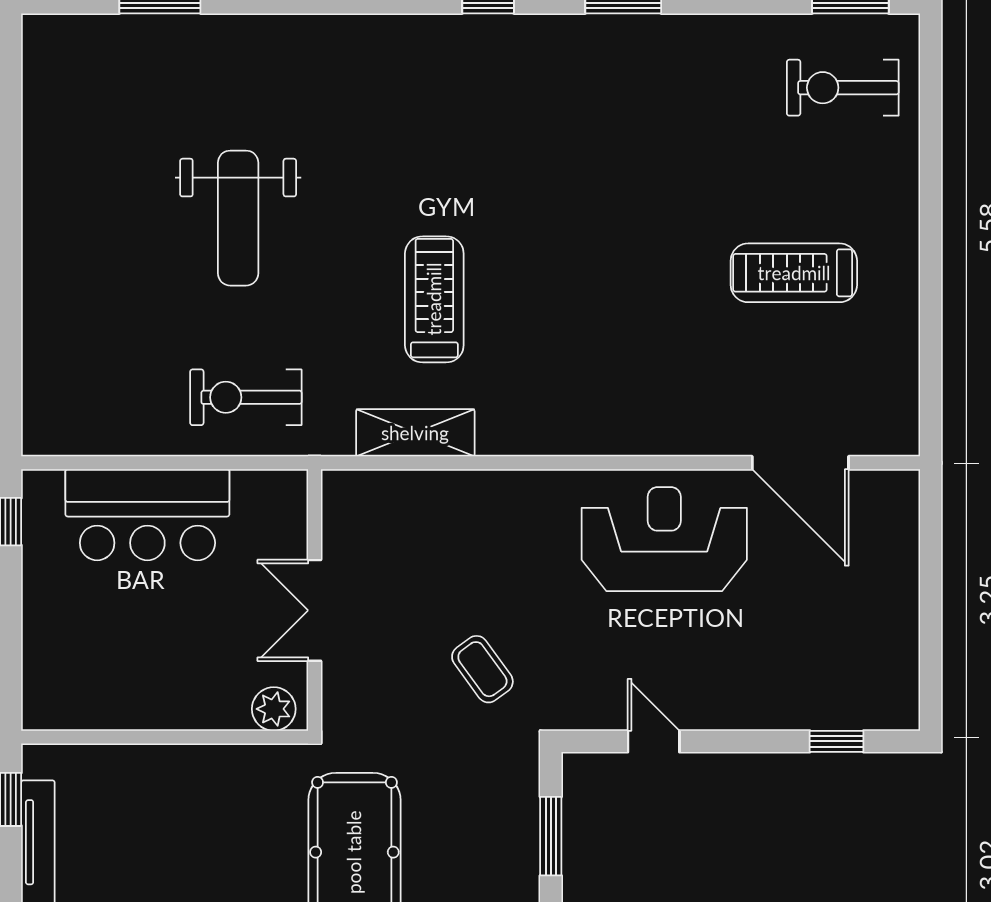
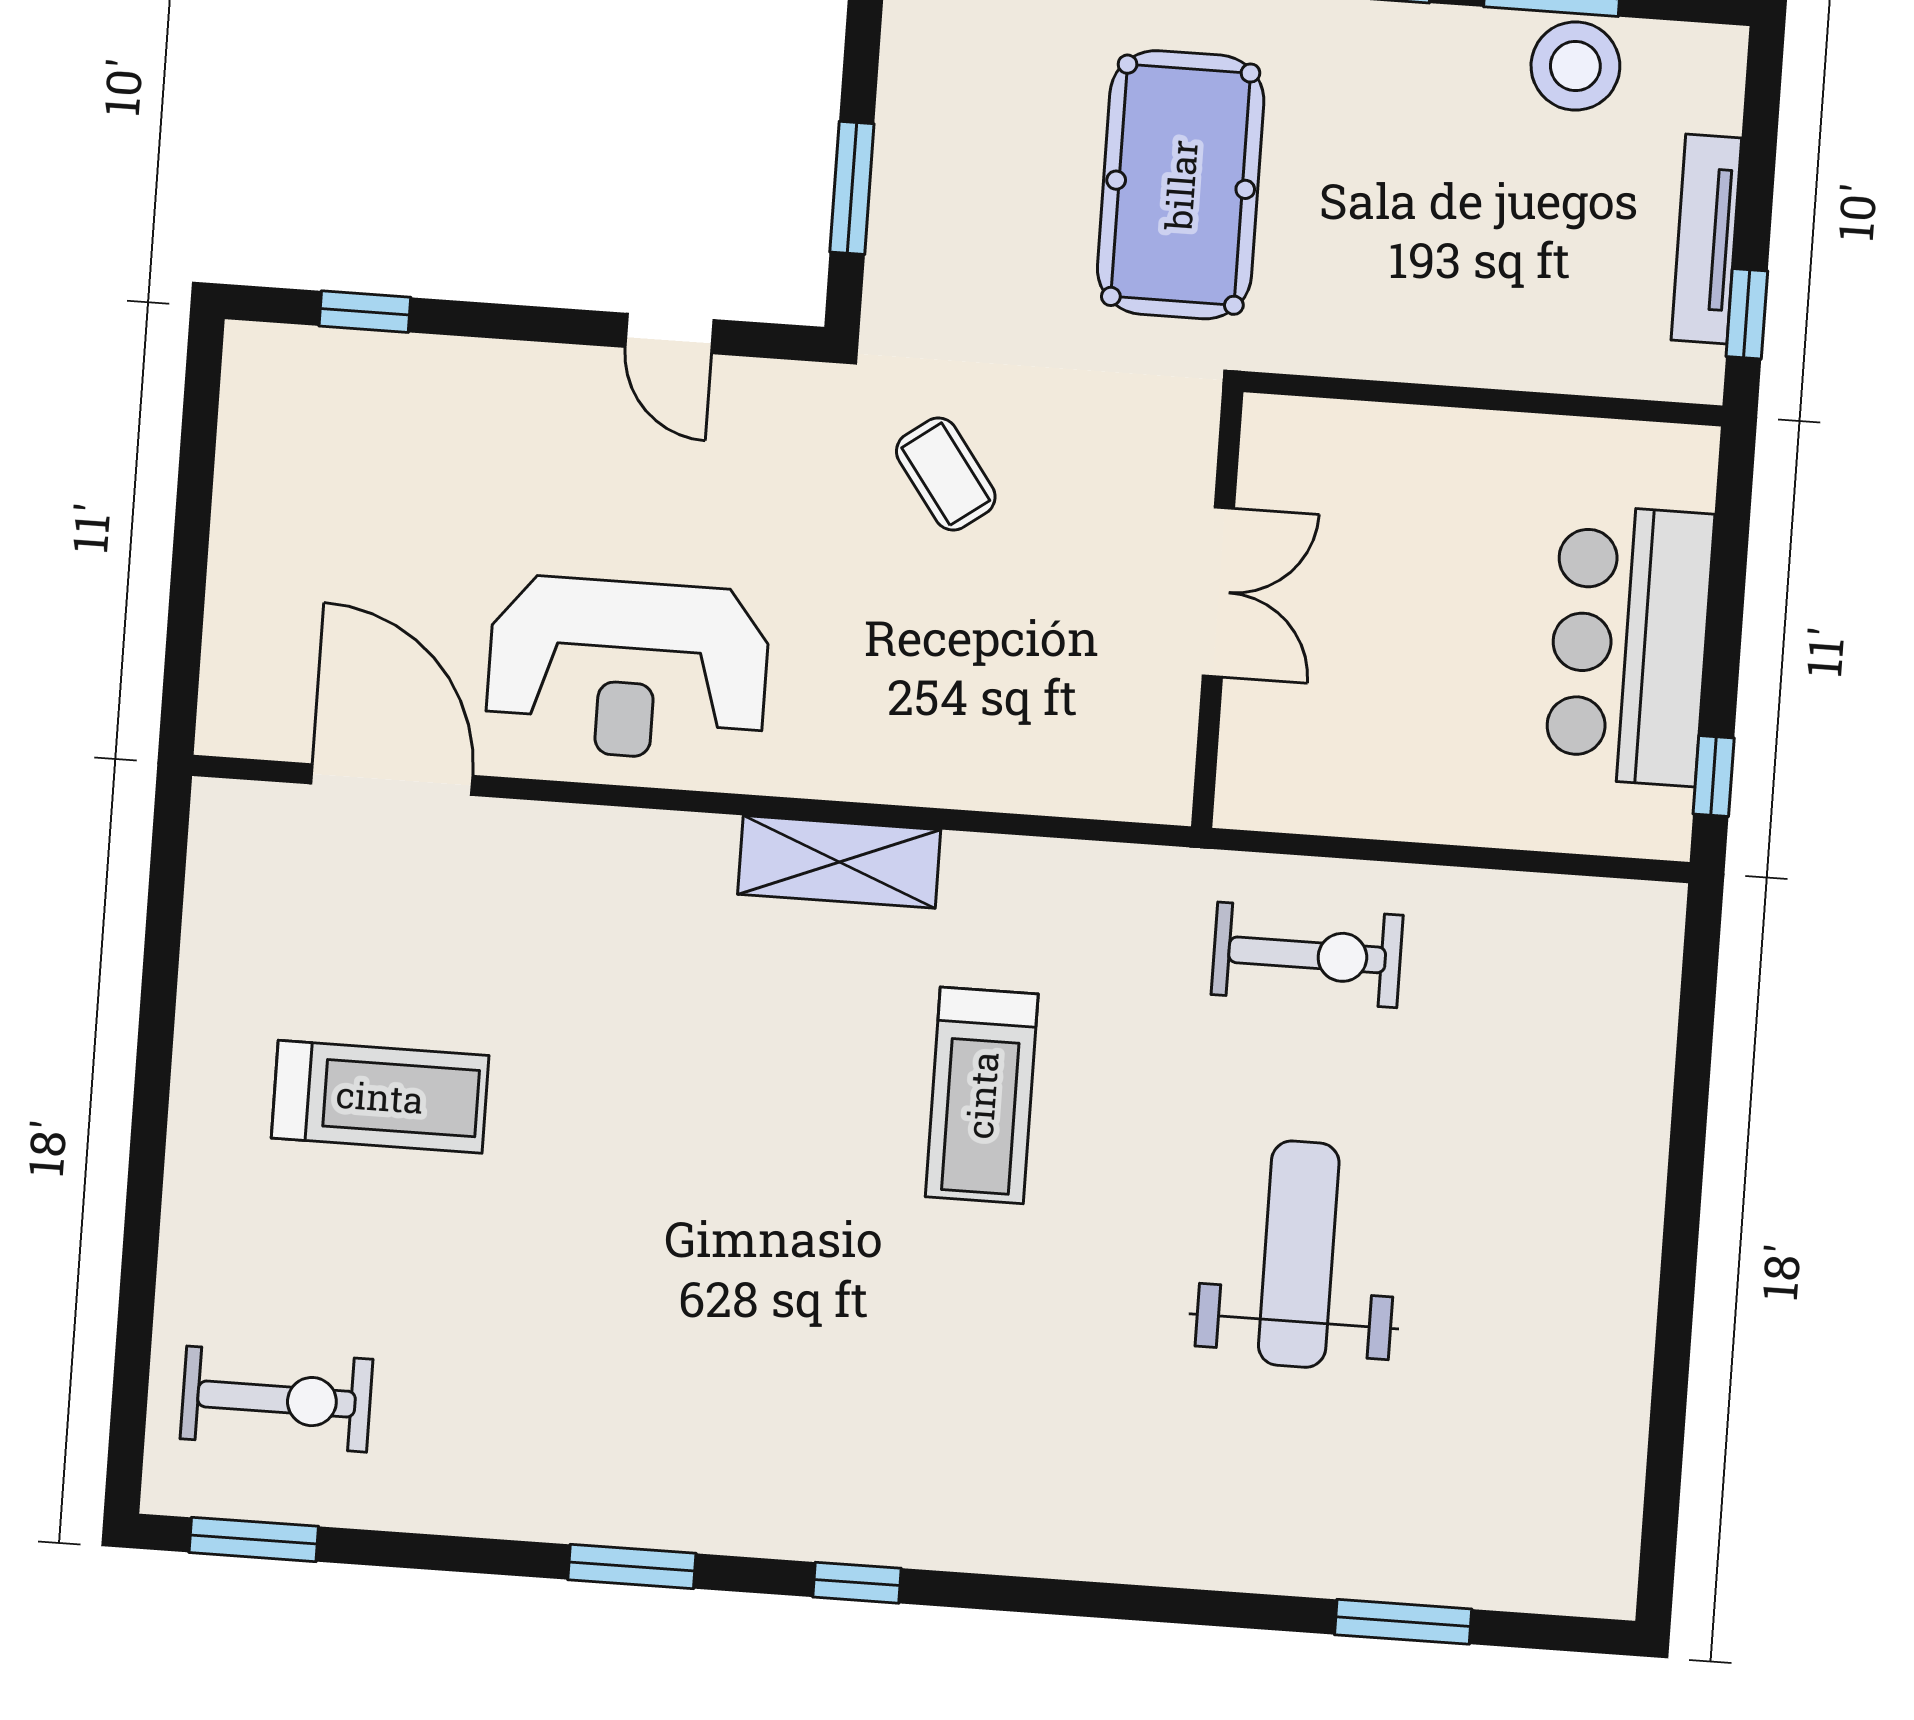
shelving: (415, 433) -> (839, 862), moved
bar counter: (147, 515) -> (1629, 645), moved, turned -90
plant: (274, 709) -> (1298, 433), removed

